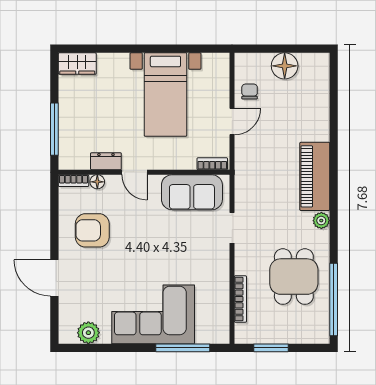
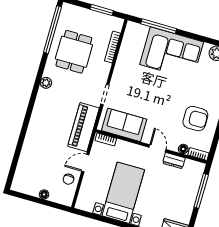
floor lamp: (285, 66) -> (44, 194), width x0.53, depth x0.53
piano: (315, 176) -> (84, 127), moved, turned 180

